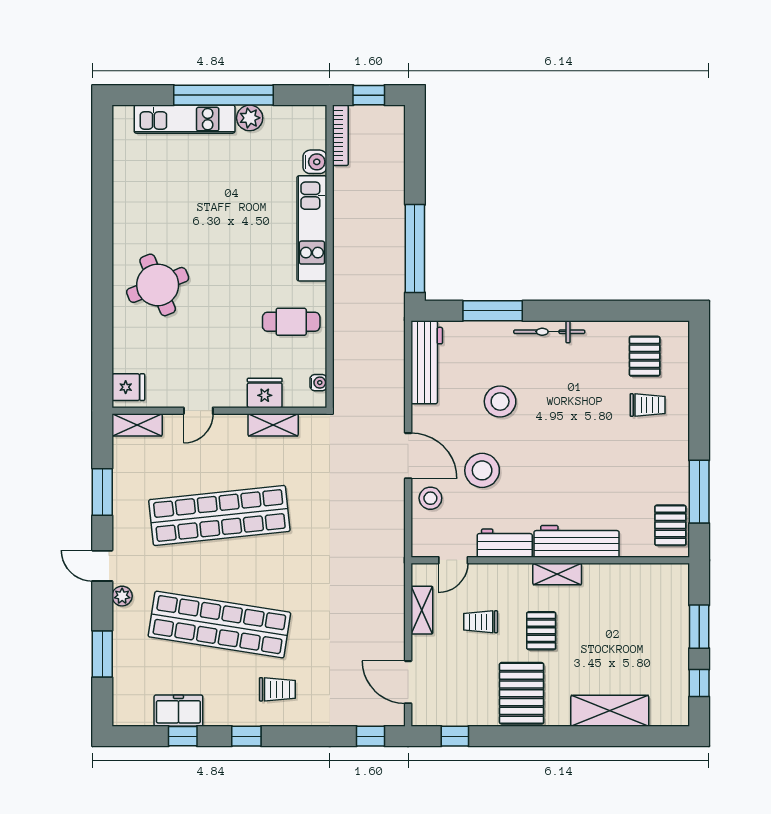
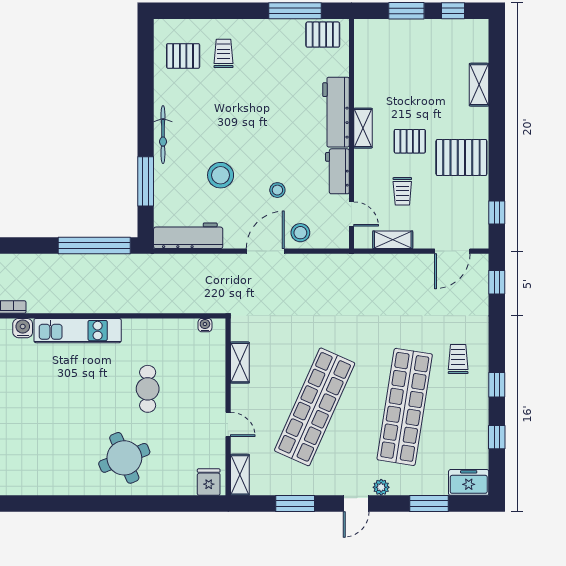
cafe table: (291, 322) -> (148, 389), moved
fridge: (265, 393) -> (213, 370), removed
stool: (482, 470) -> (277, 190), width x0.53, depth x0.53
shop shelf: (219, 515) -> (315, 407), turned 30
freezer: (178, 711) -> (469, 482), moved, turned 90
shelving: (610, 711) -> (479, 85), width x0.67, depth x0.75

